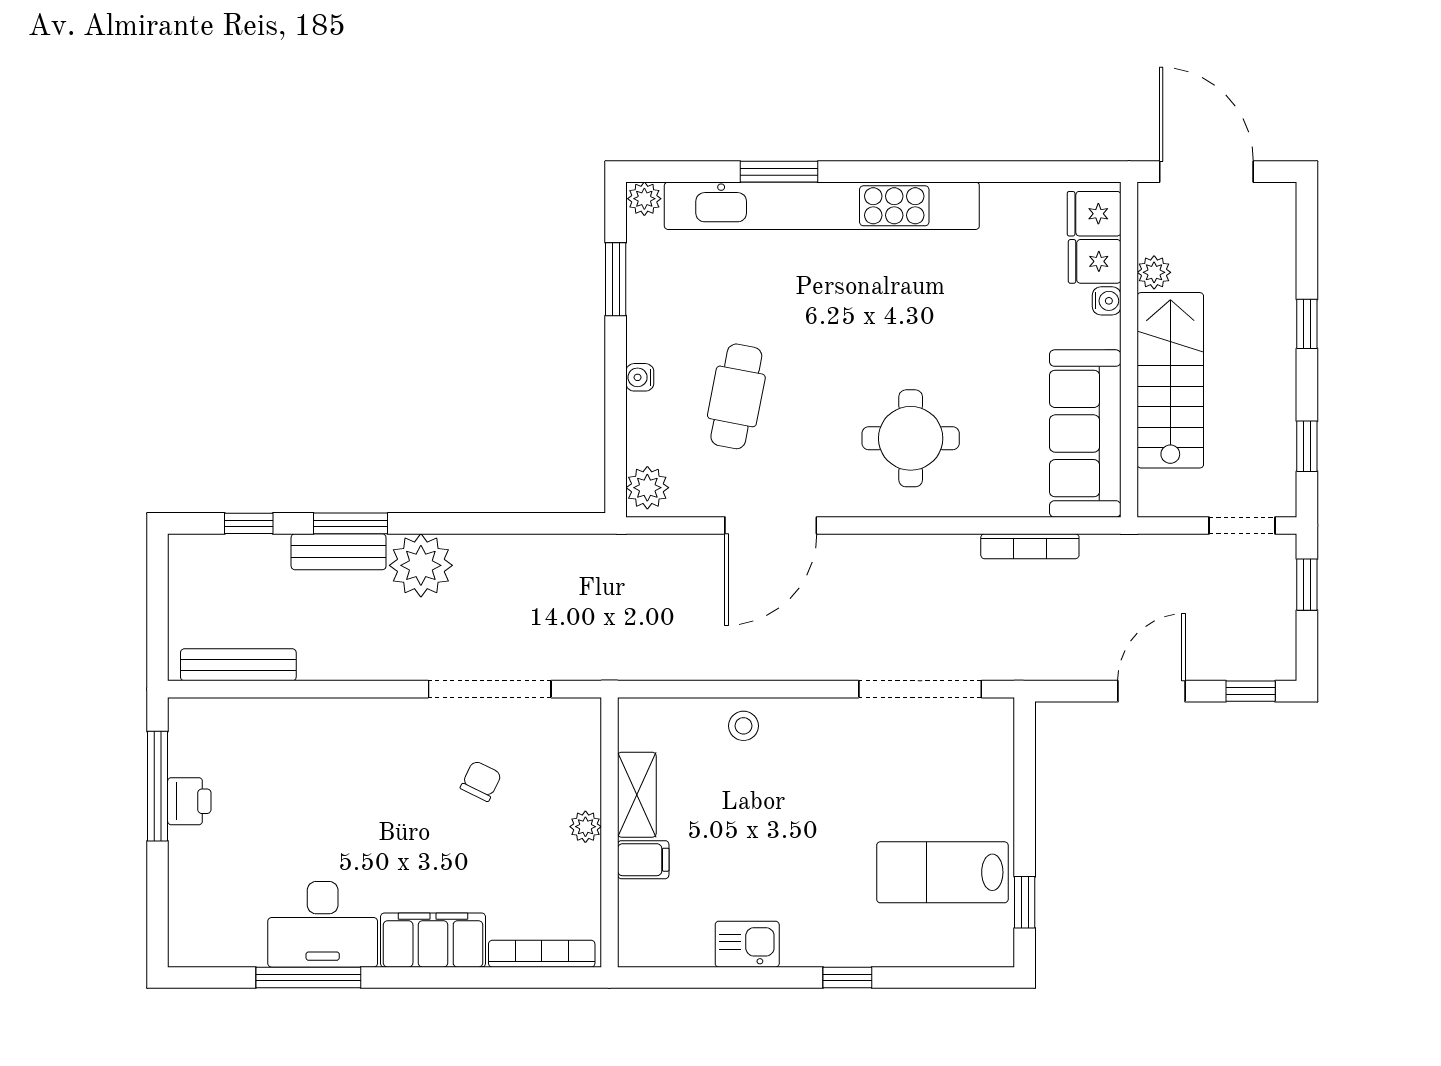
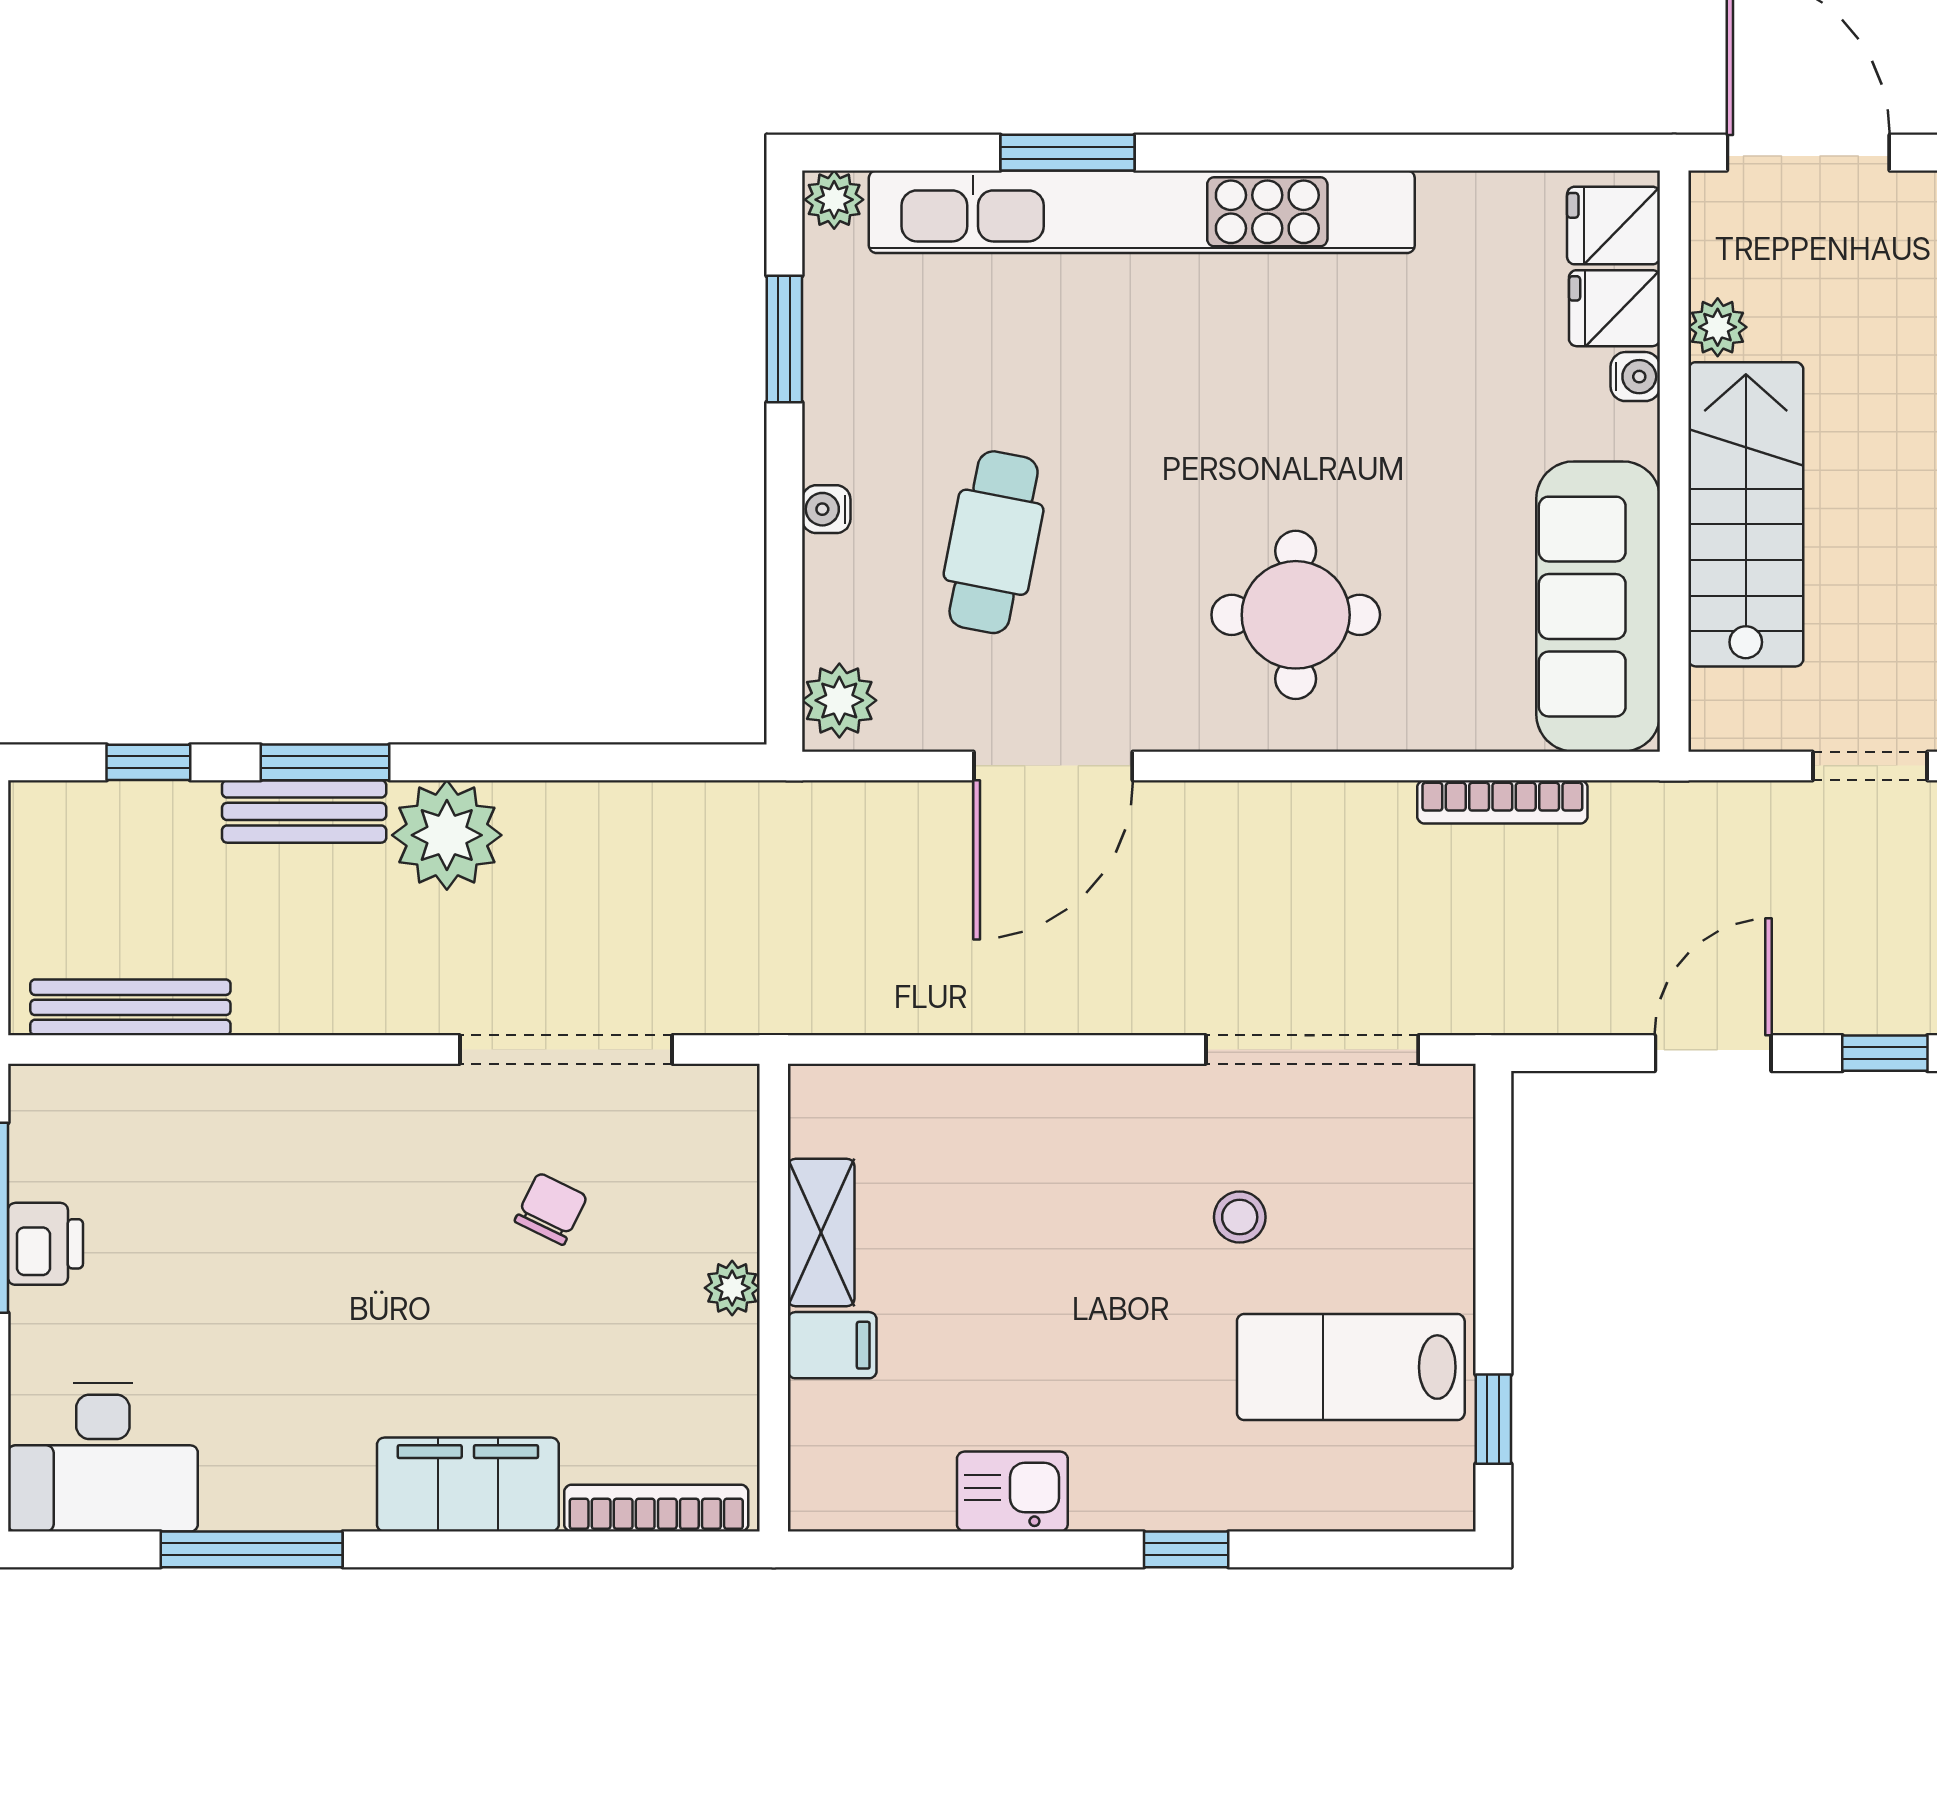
stool: (743, 726) -> (1240, 1217), moved
desk: (323, 924) -> (103, 1457), moved

